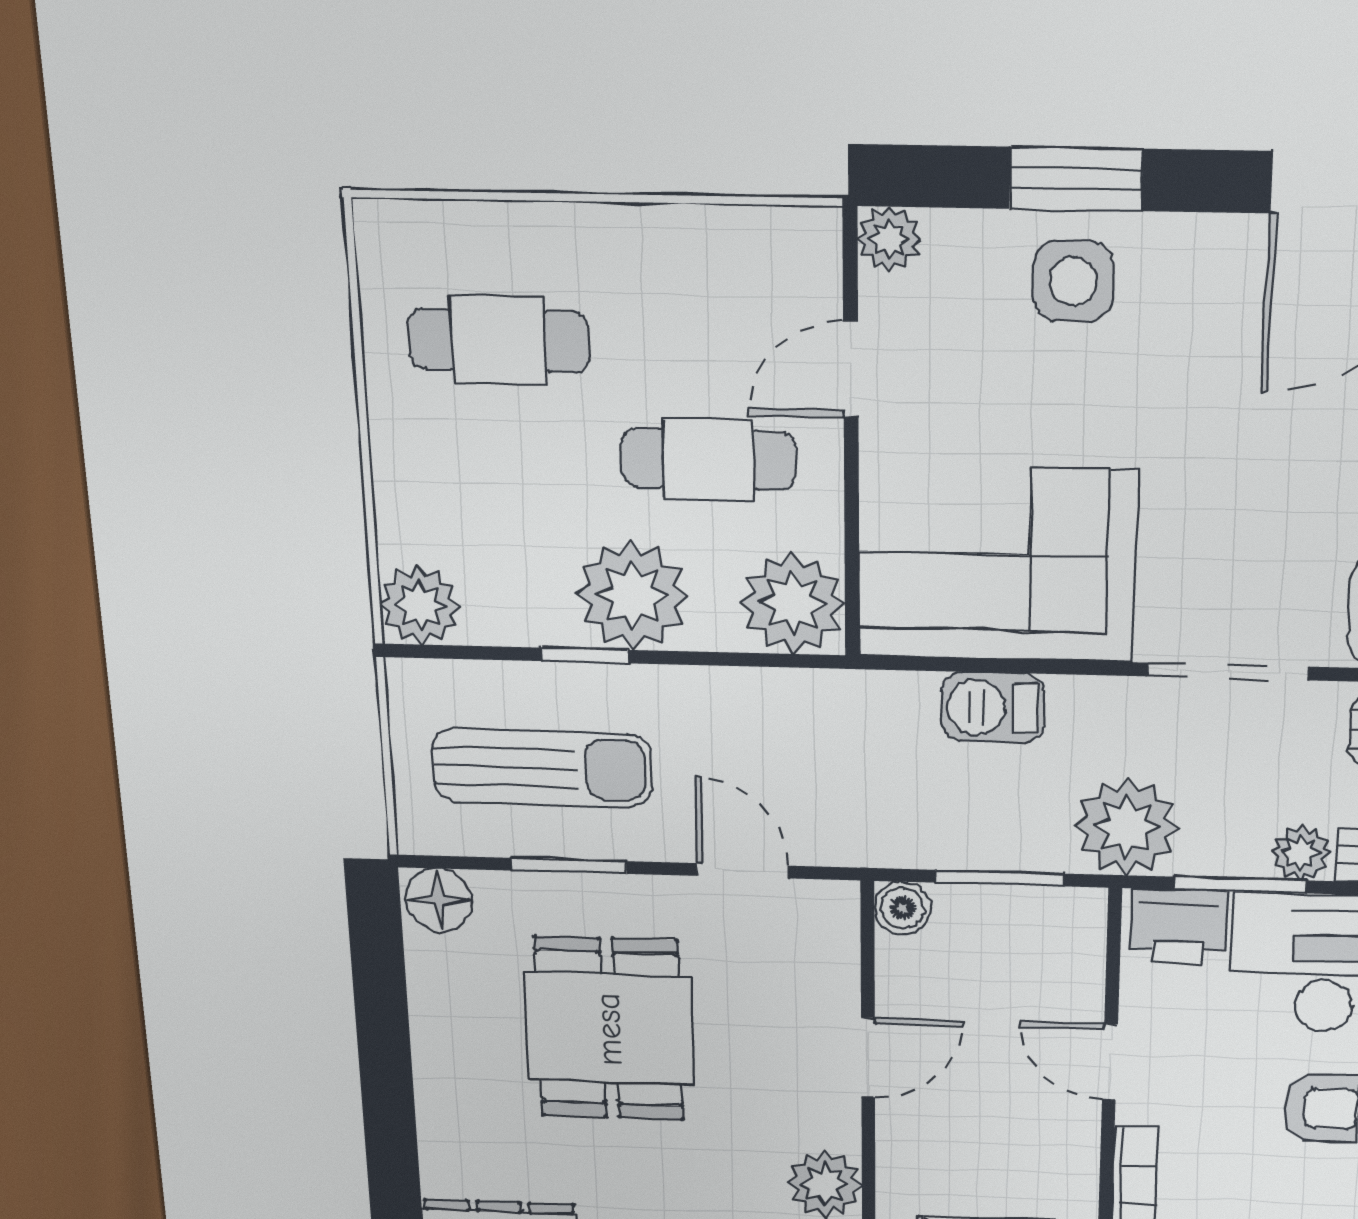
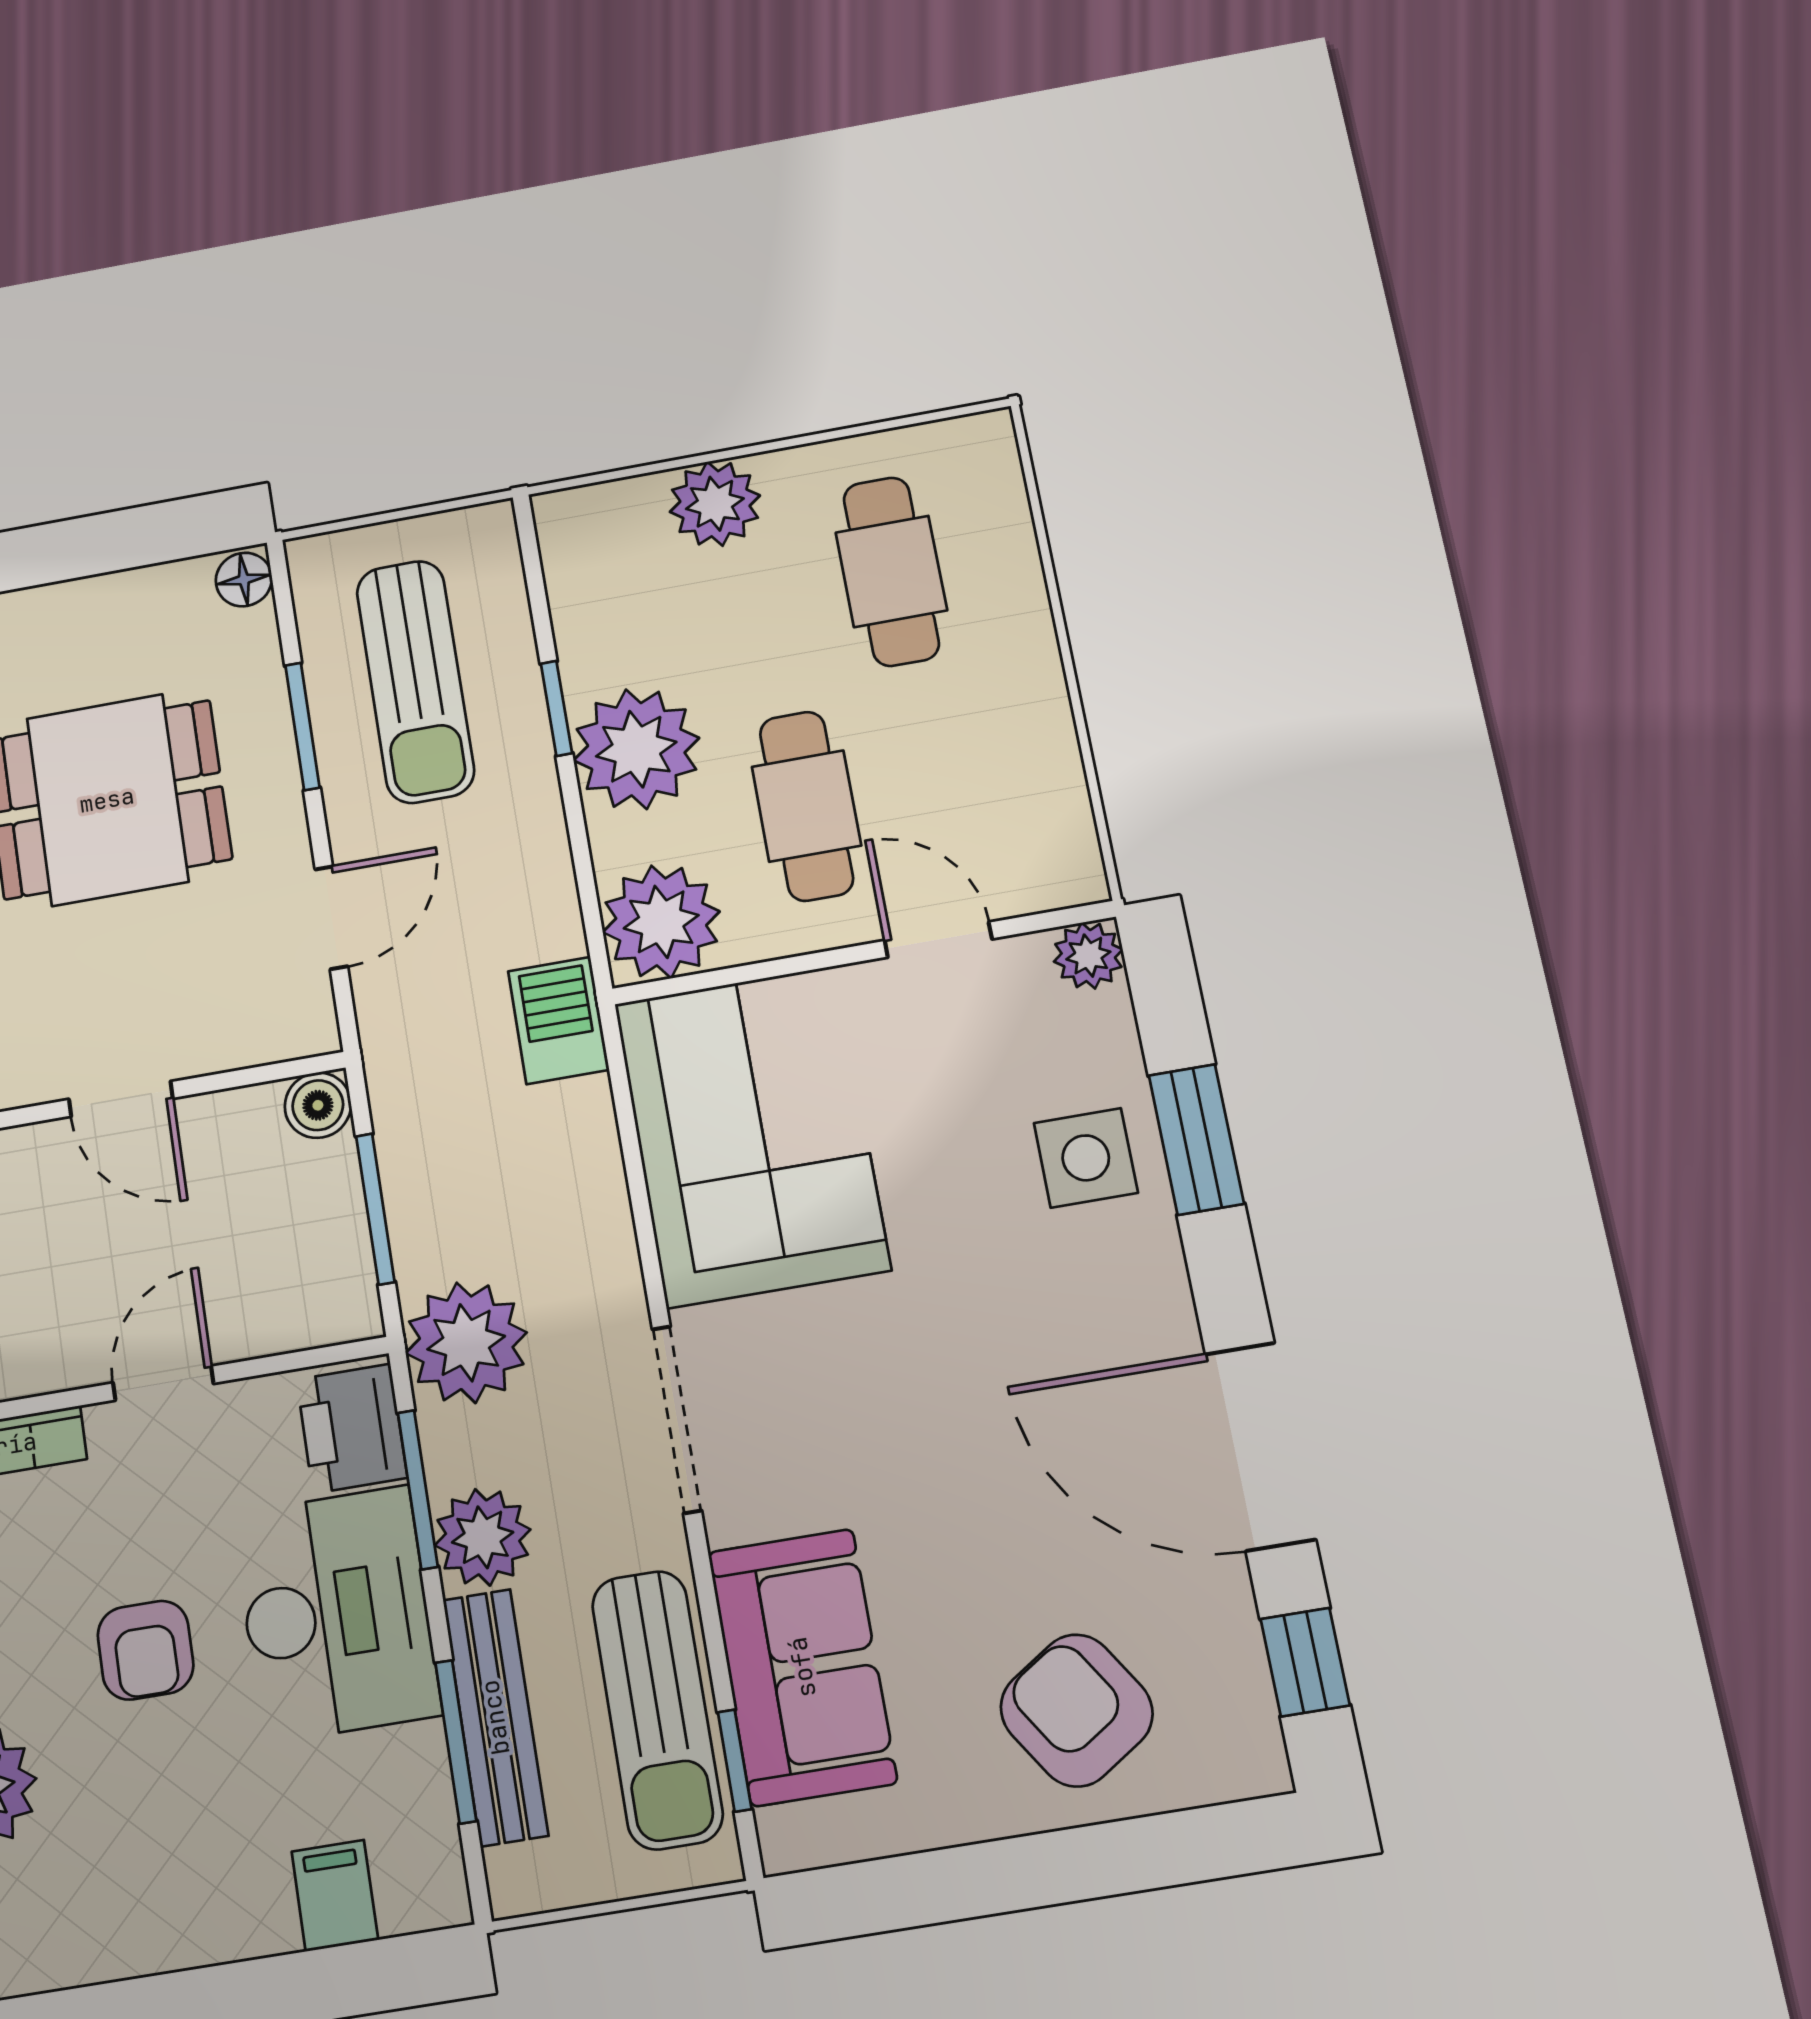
plant: (420, 605) -> (715, 504), moved
barbecue: (993, 708) -> (558, 1020), moved
plant: (1301, 853) -> (483, 1537), width x1.38, depth x1.38
floor lamp: (439, 900) -> (244, 580), width x0.73, depth x0.73

